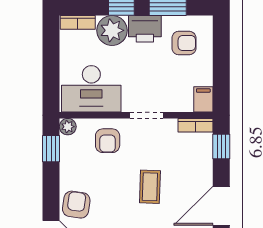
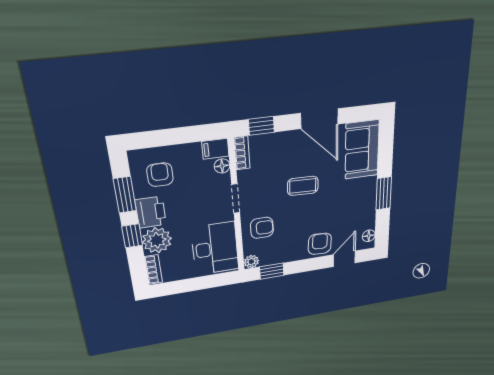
floor lamp: (184, 104) -> (222, 166), added
armchair: (76, 205) -> (320, 244), turned 85

